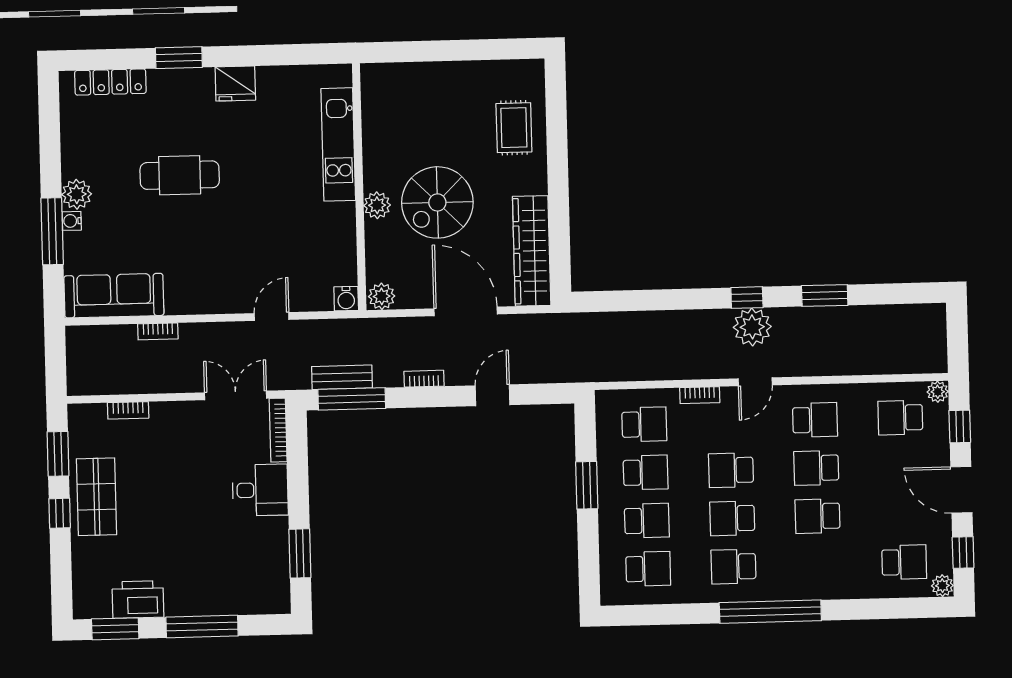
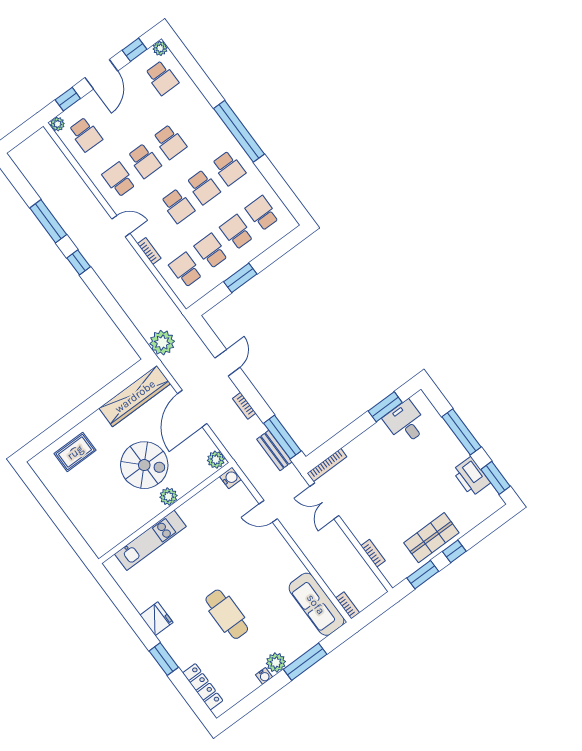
water cooler: (72, 221) -> (264, 676), moved
window: (825, 296) -> (48, 221), width x1.44
plant: (752, 327) -> (162, 343), moved
bookcase: (158, 331) -> (348, 605), moved
door: (492, 395) -> (227, 363), swing flipped
desk: (260, 490) -> (406, 423), moved
school desk: (904, 562) -> (162, 78), turned 180

